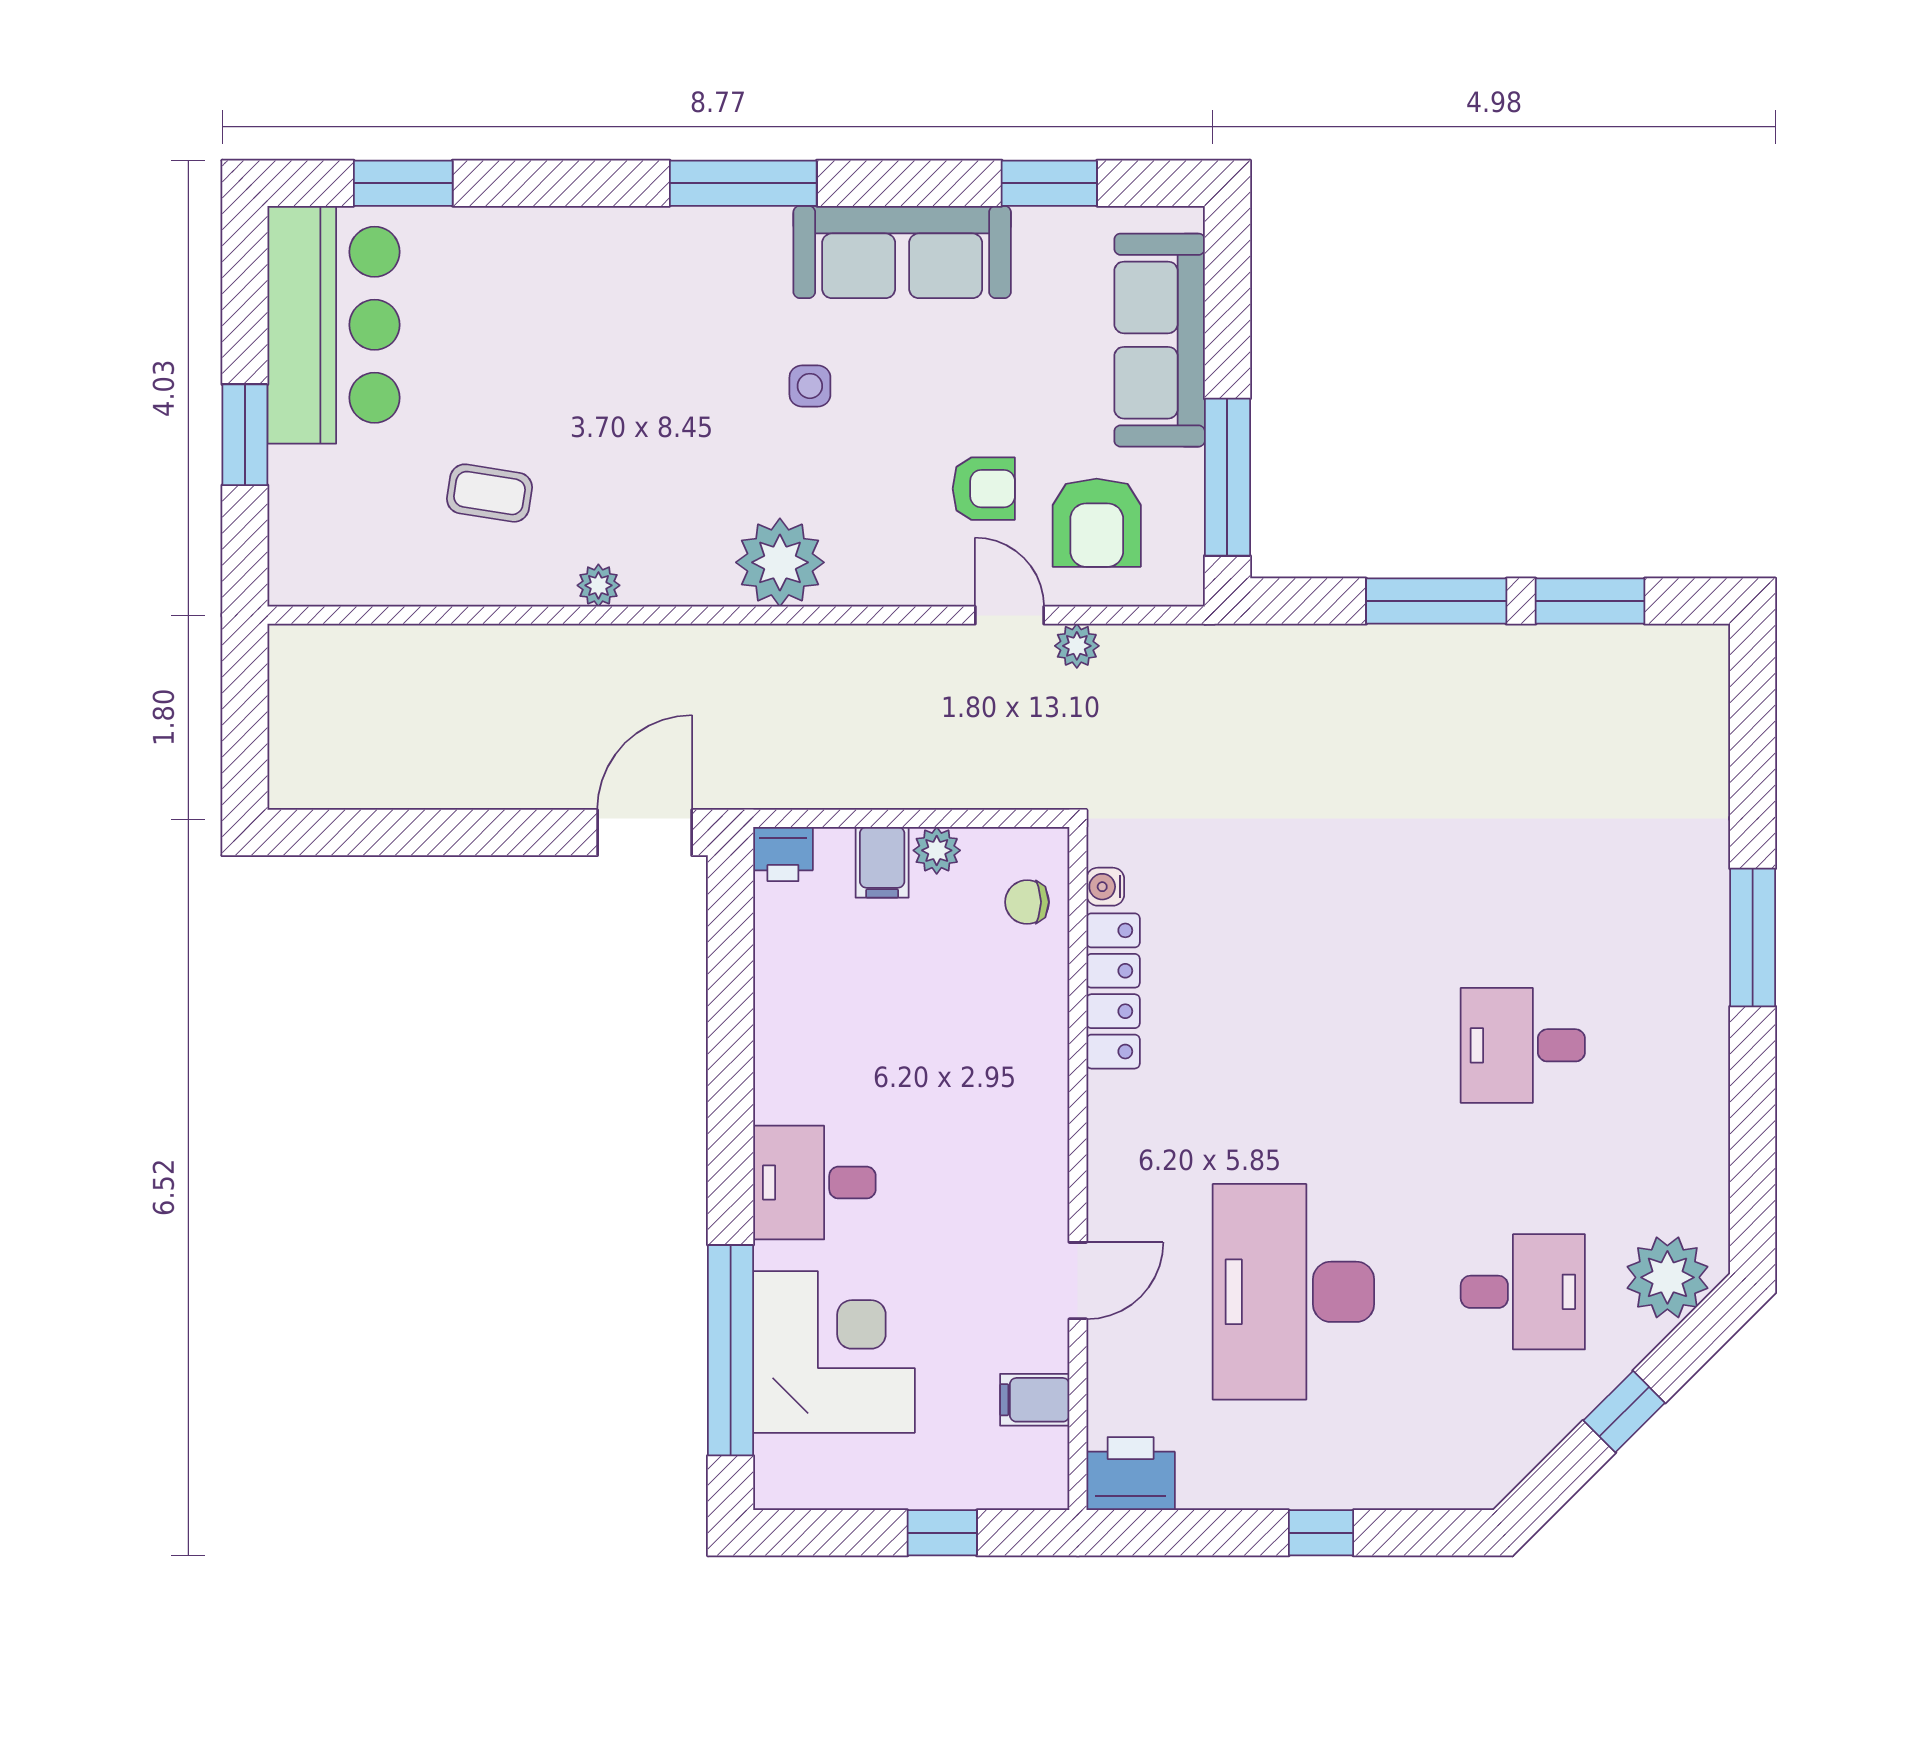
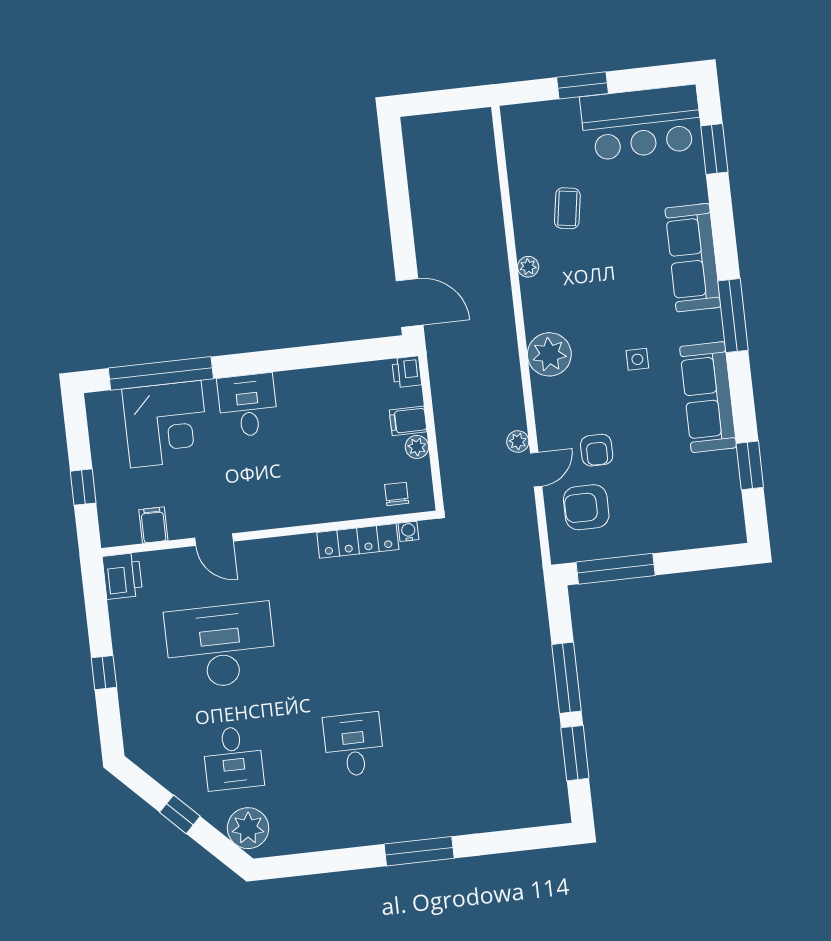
sofa: (1160, 340) -> (693, 258), moved, turned -90
plant: (1077, 646) -> (518, 441), moved

